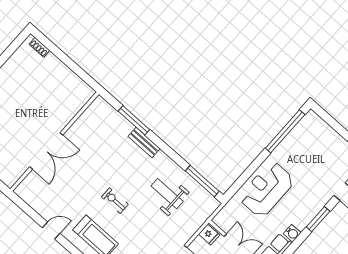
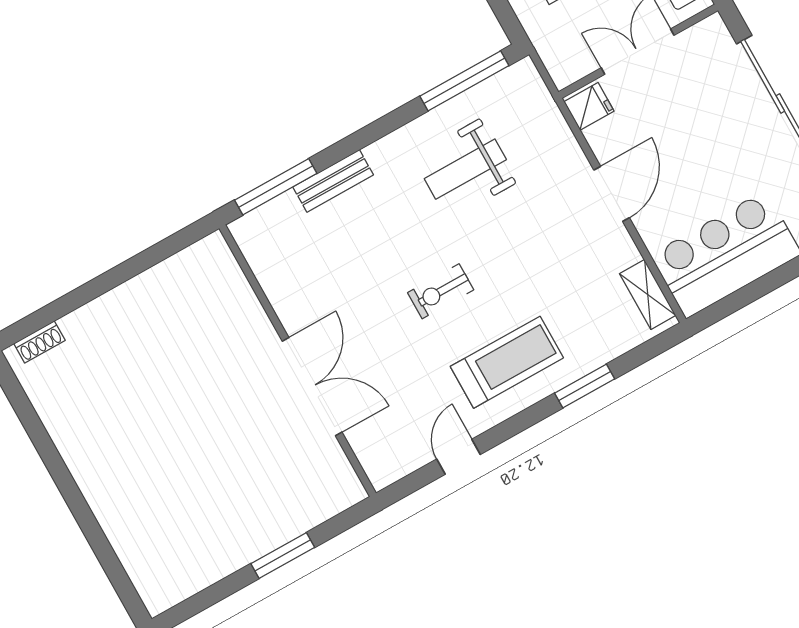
wall: (55, 142) -> (298, 361), moved
double door: (46, 151) -> (312, 387), moved

